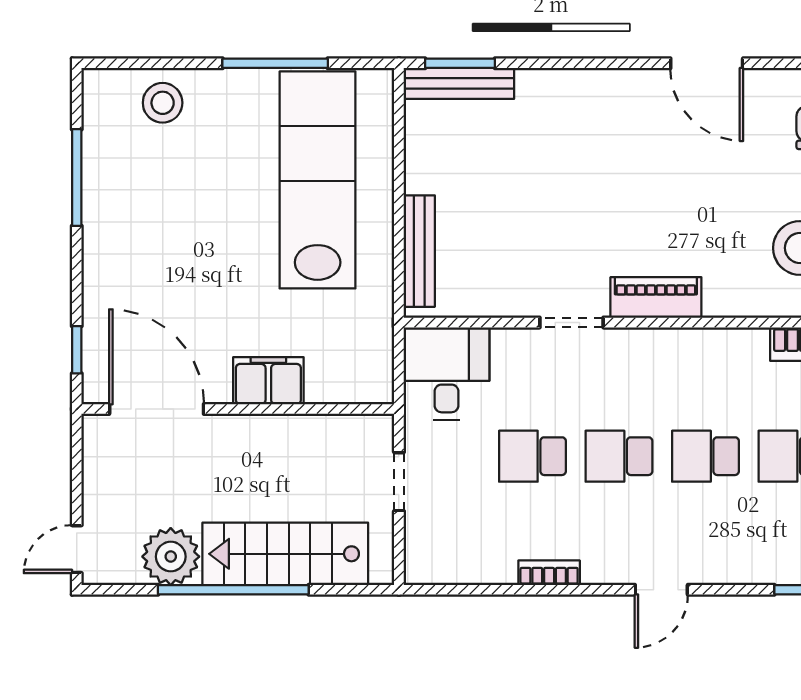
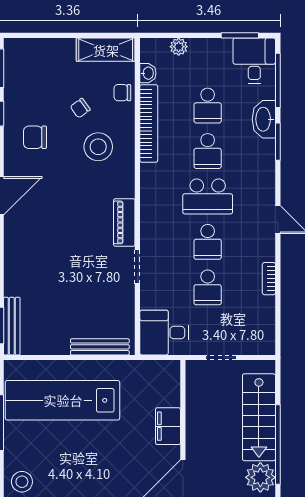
school desk: (705, 456) -> (208, 196), width x1.85

